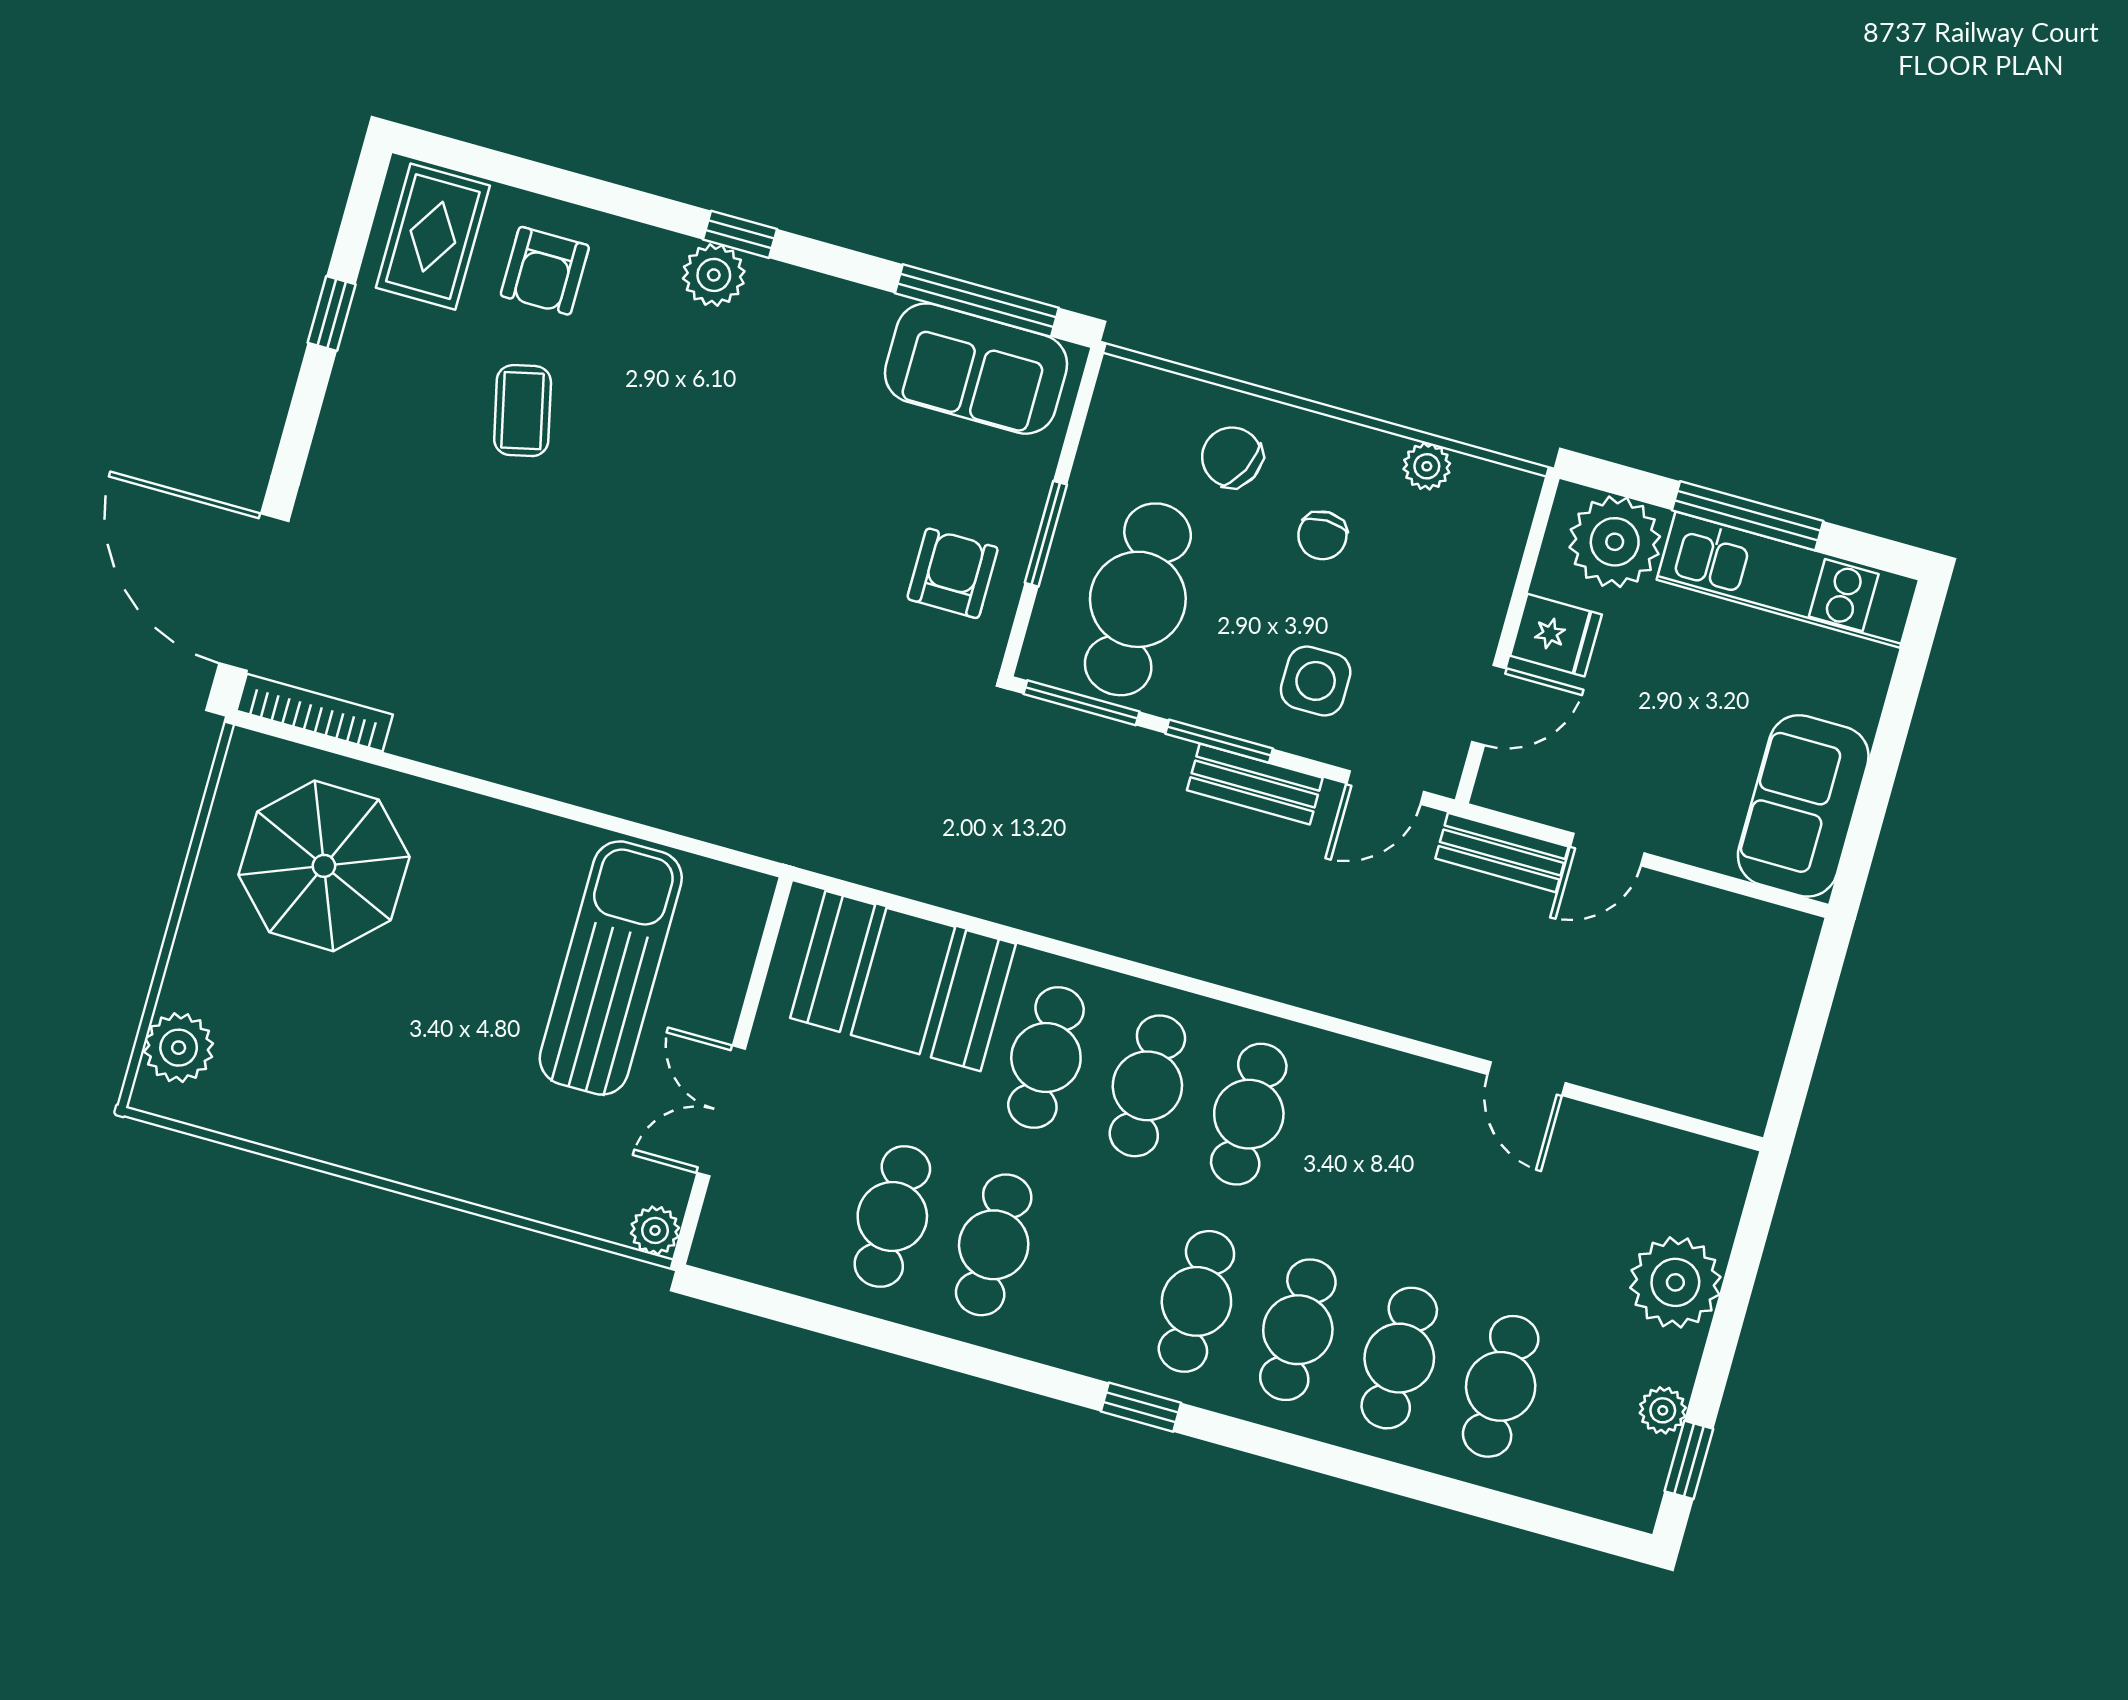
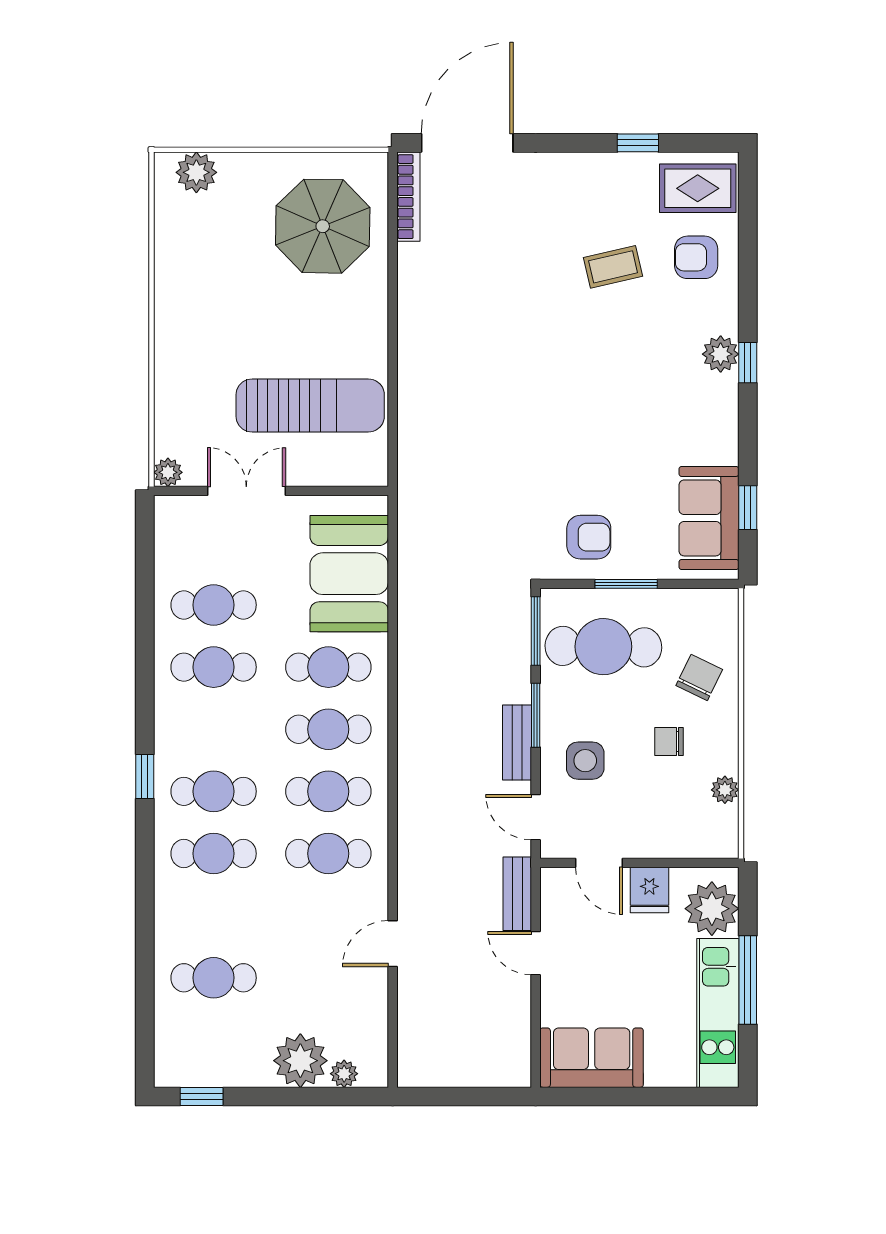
window: (977, 300) -> (748, 508), width x0.46
cafe table: (1399, 1358) -> (328, 854), moved
plant: (1663, 1410) -> (344, 1074), moved

